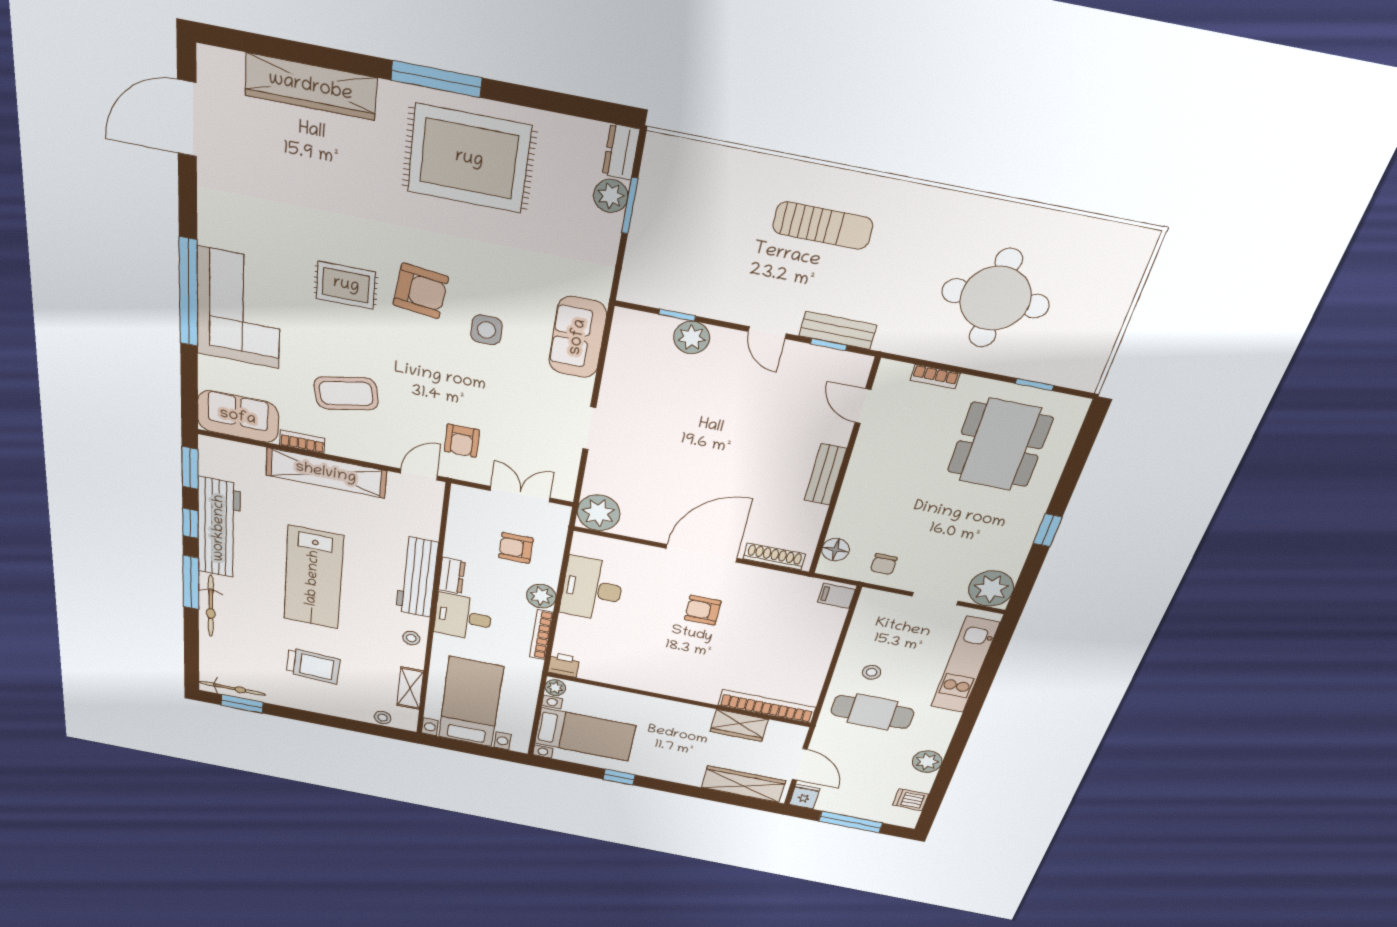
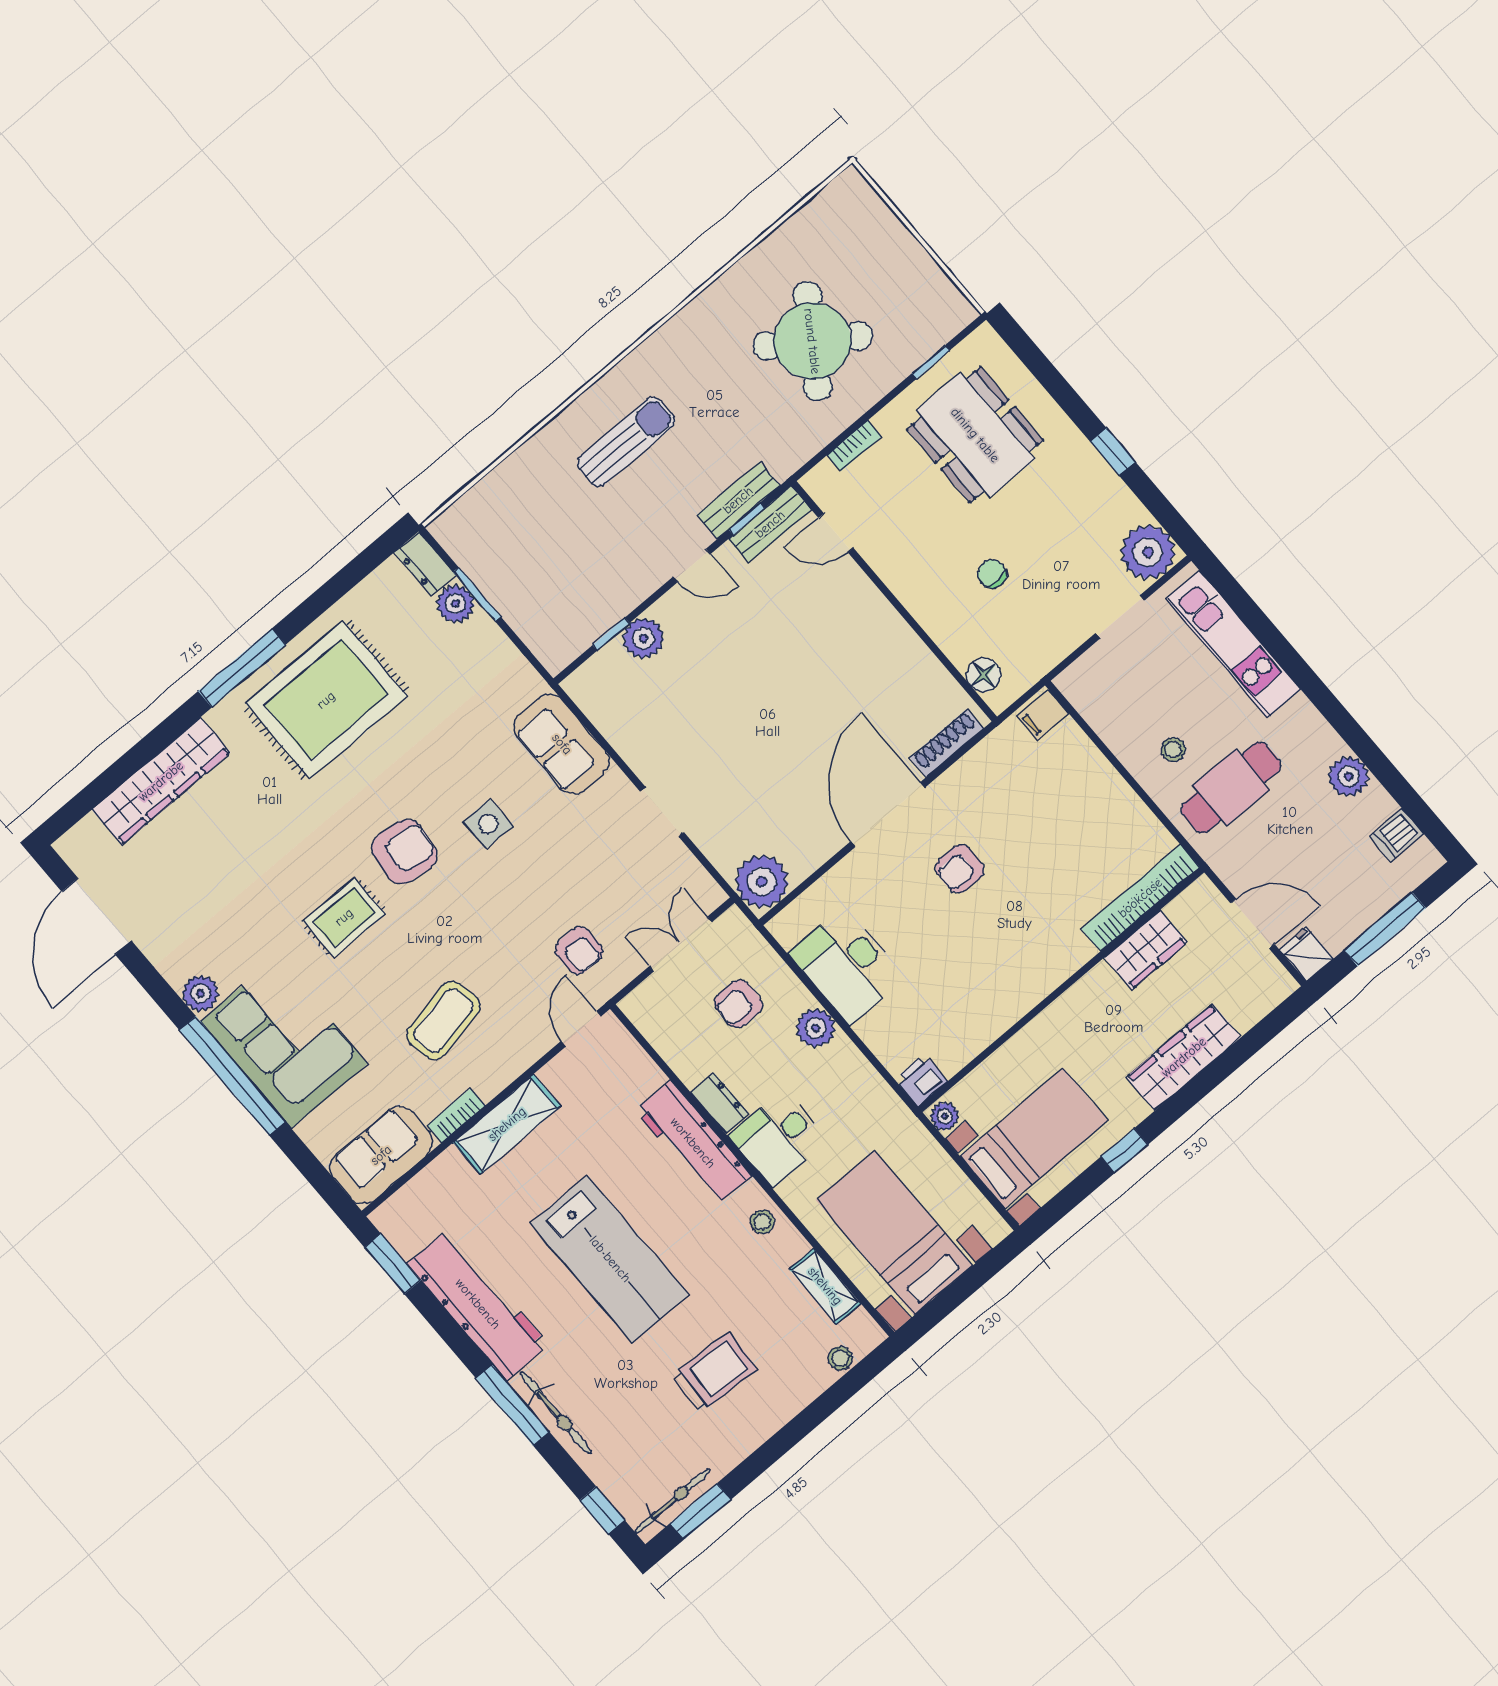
plant: (213, 231) -> (200, 993), added
round table: (995, 298) -> (812, 341), turned 34
shelving: (326, 473) -> (507, 1124), width x0.68
bench: (825, 474) -> (770, 524), moved, turned 90
window: (190, 523) -> (602, 1510), moved
chair: (884, 564) -> (992, 574), moved, turned 180
bookcase: (541, 635) -> (864, 1071), removed
wardrobe: (743, 784) -> (1184, 1057), moved

